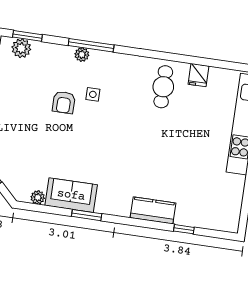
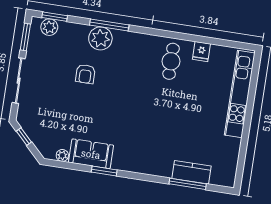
plant: (82, 55) -> (100, 38), width x1.88, depth x1.88
side table: (93, 94) -> (110, 67), removed
kitchen counter: (153, 210) -> (191, 172), moved
window: (184, 229) -> (188, 184), width x2.17

